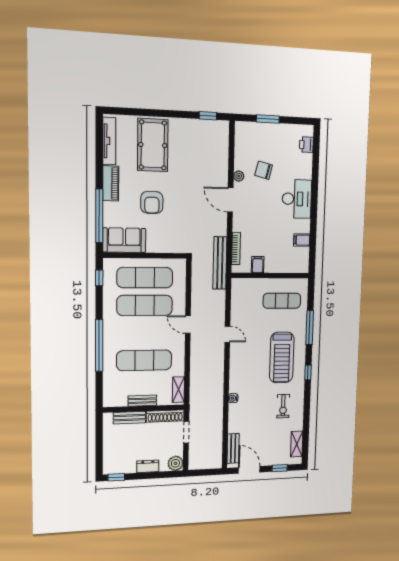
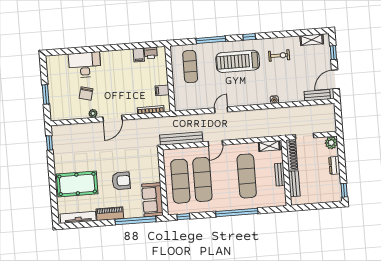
printer: (306, 145) -> (151, 53), moved
desk: (297, 199) -> (85, 65), moved
bench: (220, 263) -> (181, 138), moved
treadmill: (282, 357) -> (238, 61), turned 180

